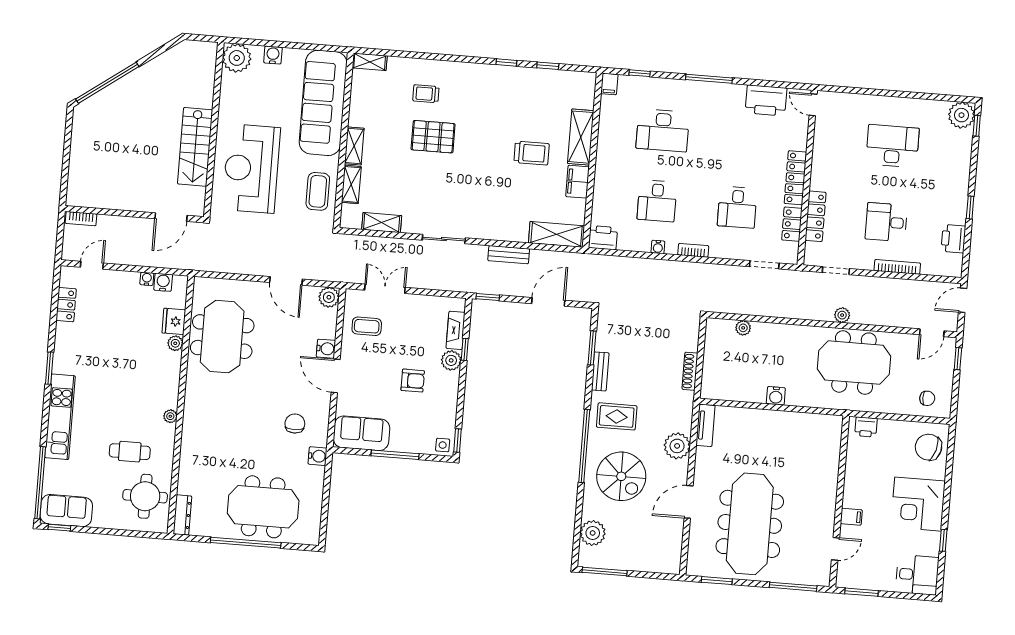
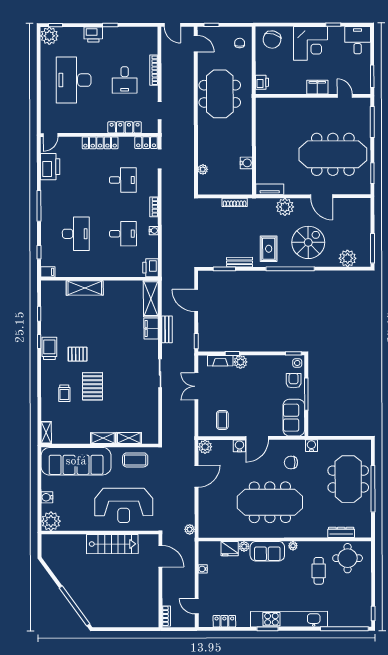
pallet: (483, 118) -> (78, 354), added
desk: (892, 146) -> (74, 80), width x1.36, depth x1.30
trolley: (532, 153) -> (49, 348), moved
filing cabinet: (578, 182) -> (151, 328), moved, turned 90
shelving: (382, 223) -> (153, 416), removed
locker: (792, 224) -> (146, 143), moved
printer: (953, 239) -> (93, 34), moved
water cooler: (163, 282) -> (204, 558), removed
double door: (385, 289) -> (196, 386), moved
plant: (842, 315) -> (190, 529), moved
meeting table: (222, 337) -> (270, 502), moved, width x1.36
armchair: (413, 381) -> (294, 381), moved
water cooler: (776, 396) -> (246, 163), moved
kitchen unit: (60, 417) -> (289, 619), width x1.36
sofa: (66, 511) -> (267, 551), moved, turned -90
dresser: (182, 515) -> (341, 532), moved
filing cabinet: (851, 517) -> (317, 87), width x2.00

